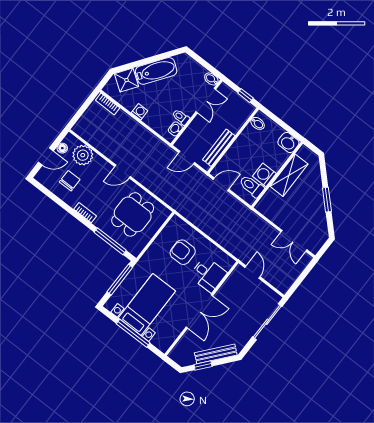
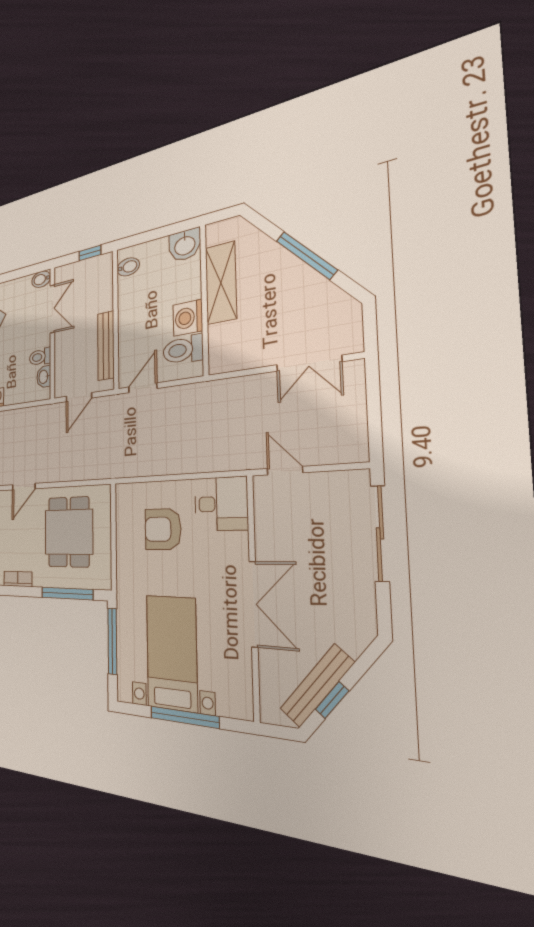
window: (327, 200) -> (306, 255), width x1.44
desk: (208, 274) -> (221, 504), moved
bench: (216, 354) -> (317, 686), moved

